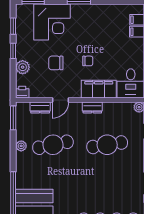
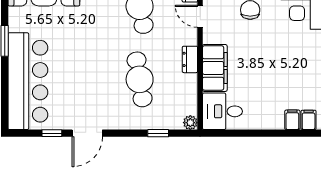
chair: (88, 61) -> (253, 53), removed

